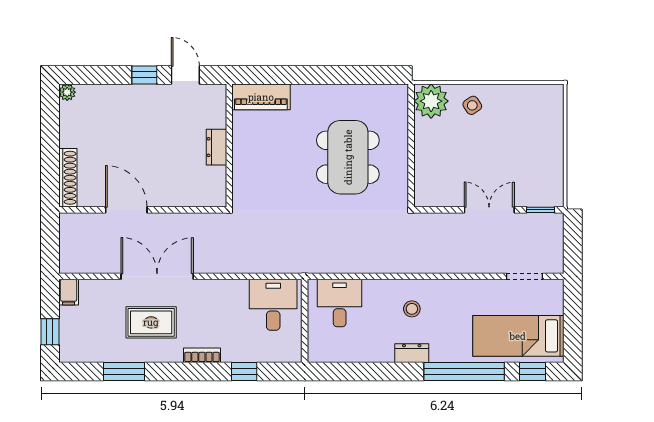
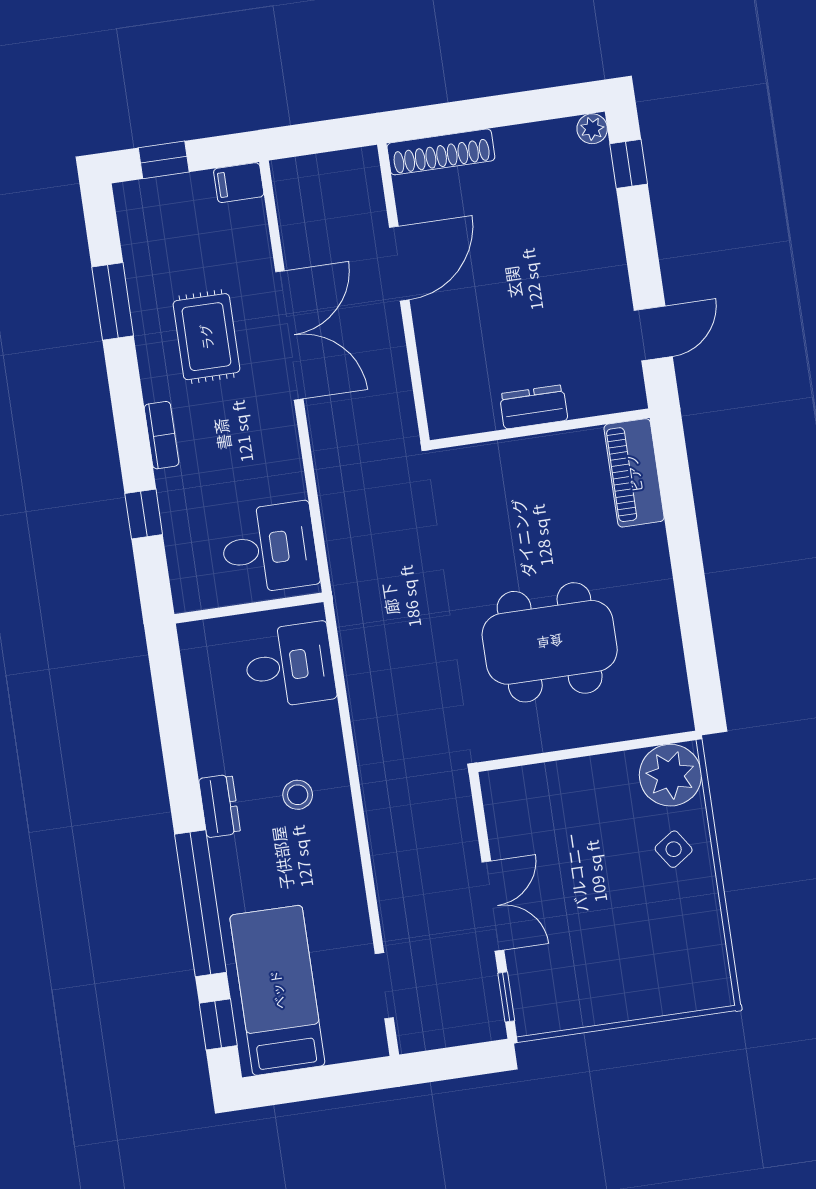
window: (144, 75) -> (629, 164), moved

